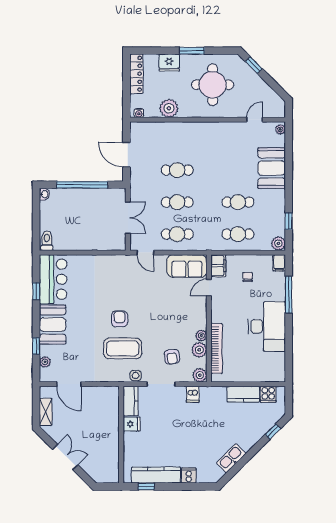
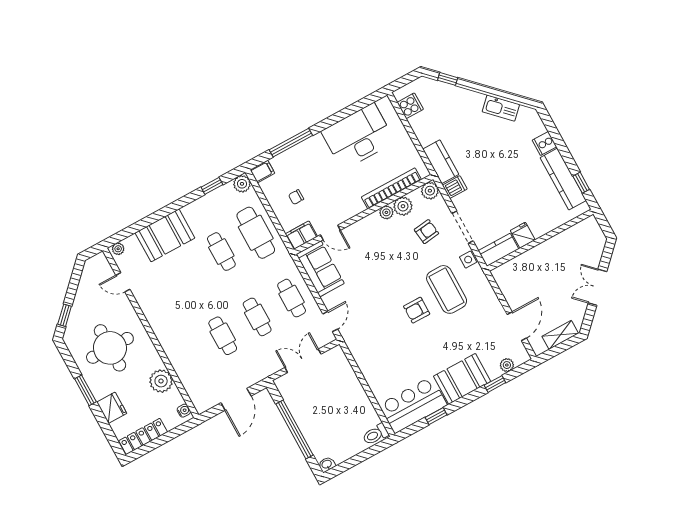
cafe table: (238, 234) -> (256, 233), width x1.37, depth x1.35
desk: (267, 326) -> (358, 136), moved
kitchen counter: (243, 394) -> (441, 162), moved

